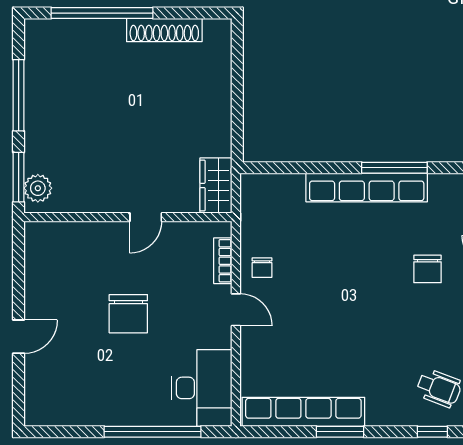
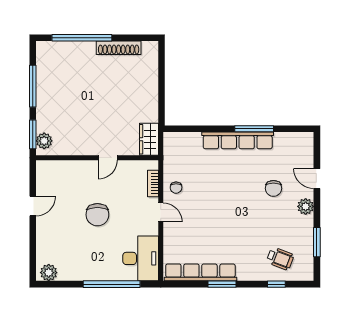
door: (19, 337) -> (33, 206), moved
plant: (46, 412) -> (49, 273), added

